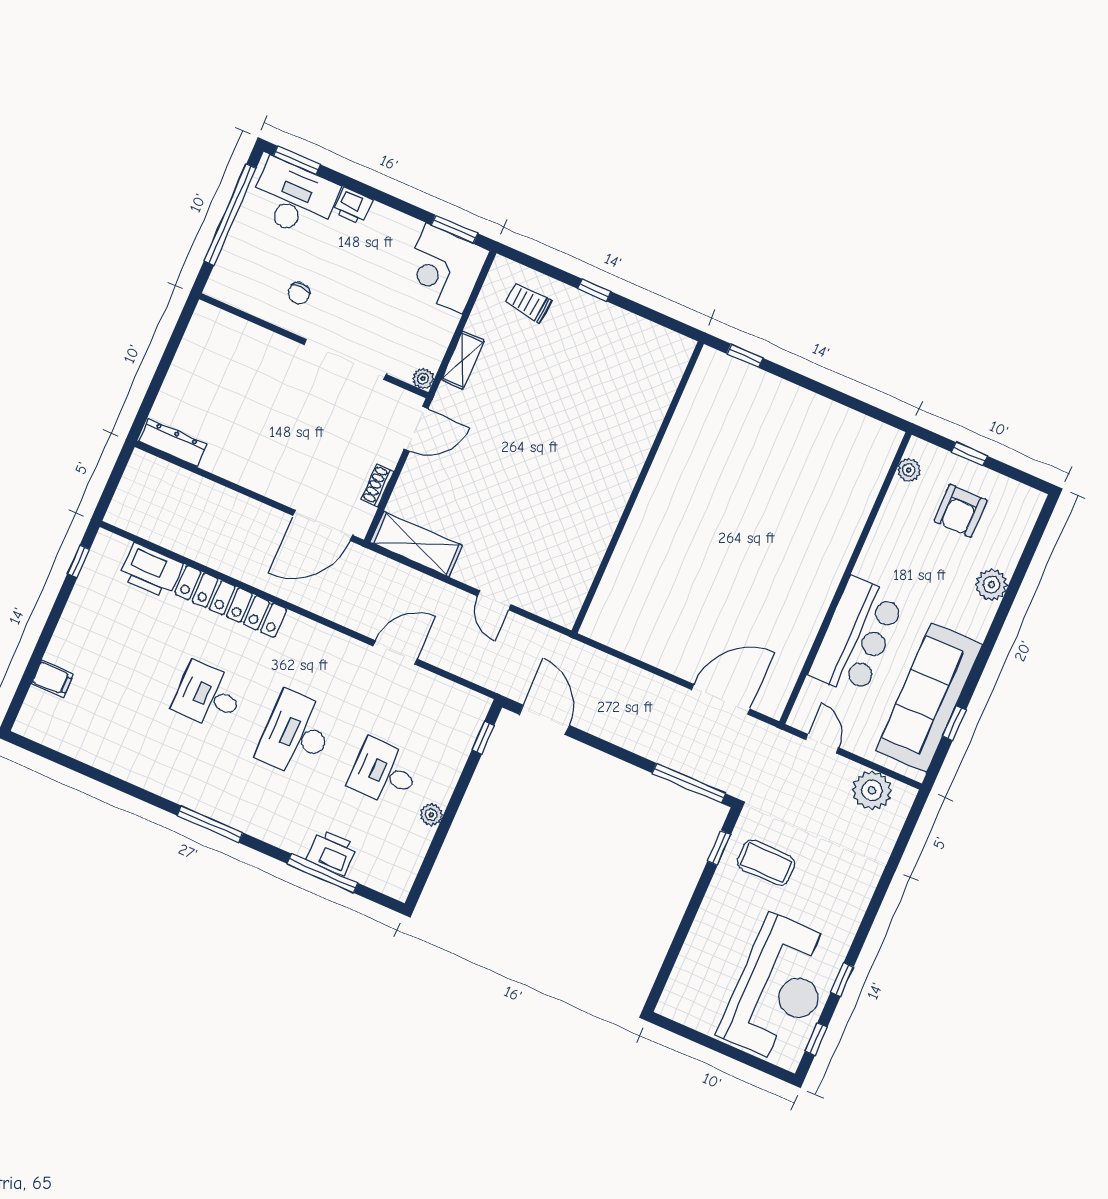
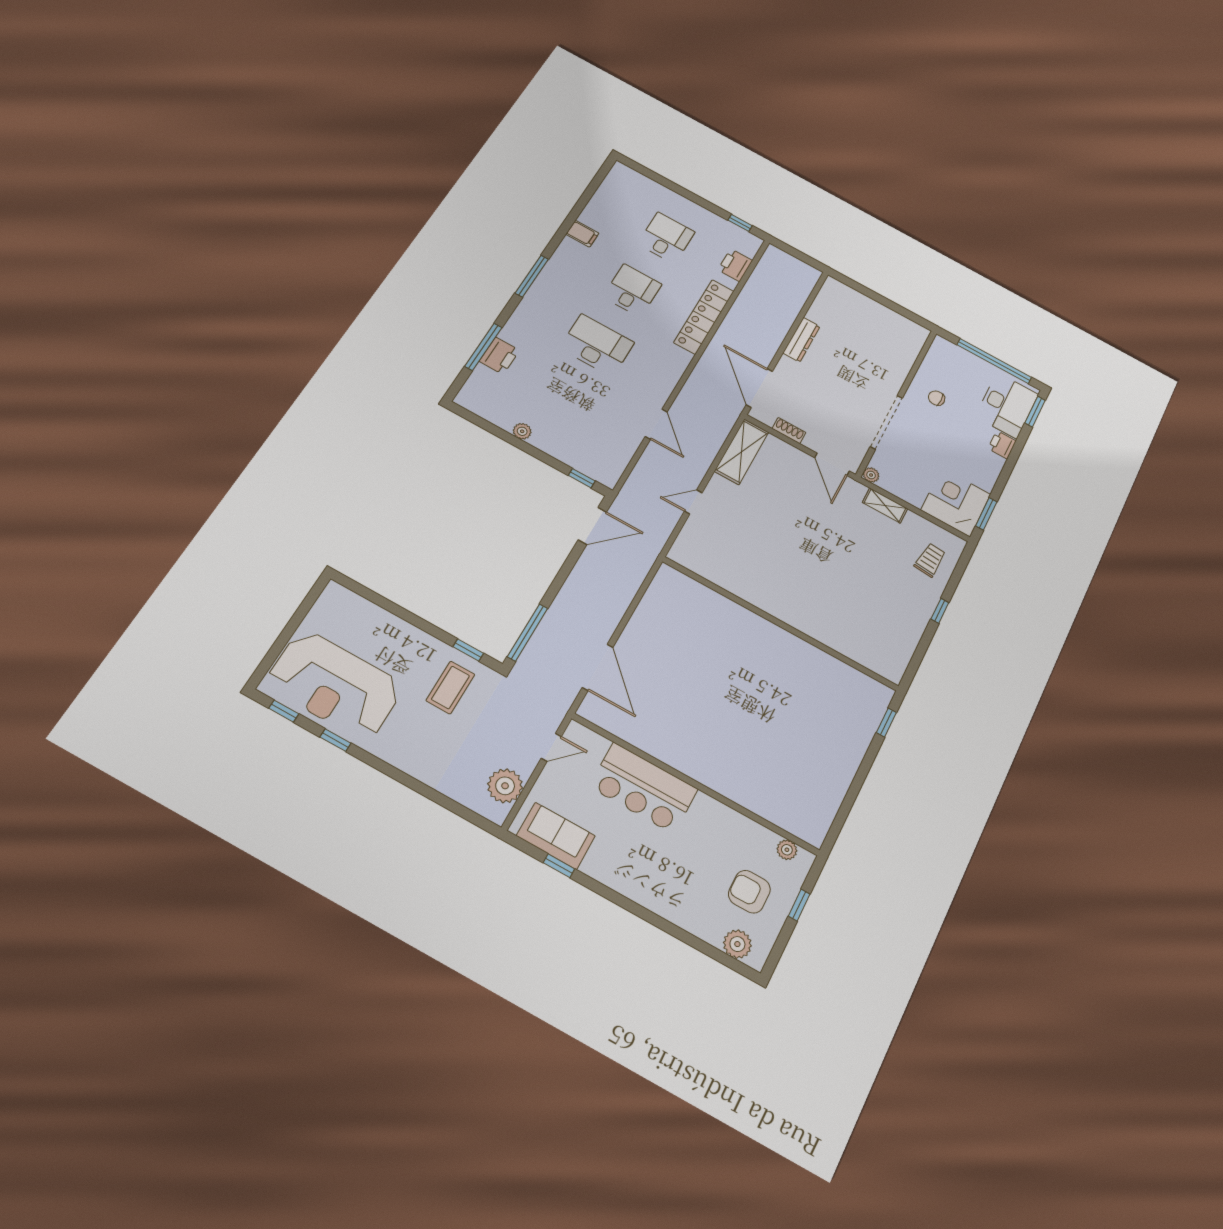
dresser: (173, 443) -> (801, 340), moved
printer: (151, 571) -> (735, 265), width x0.73, depth x0.84
plant: (992, 585) -> (737, 944), moved
filing cabinet: (52, 679) -> (582, 234), moved, turned -90
sofa: (929, 698) -> (556, 836), width x0.54, depth x0.79
desk: (384, 773) -> (666, 238), moved

